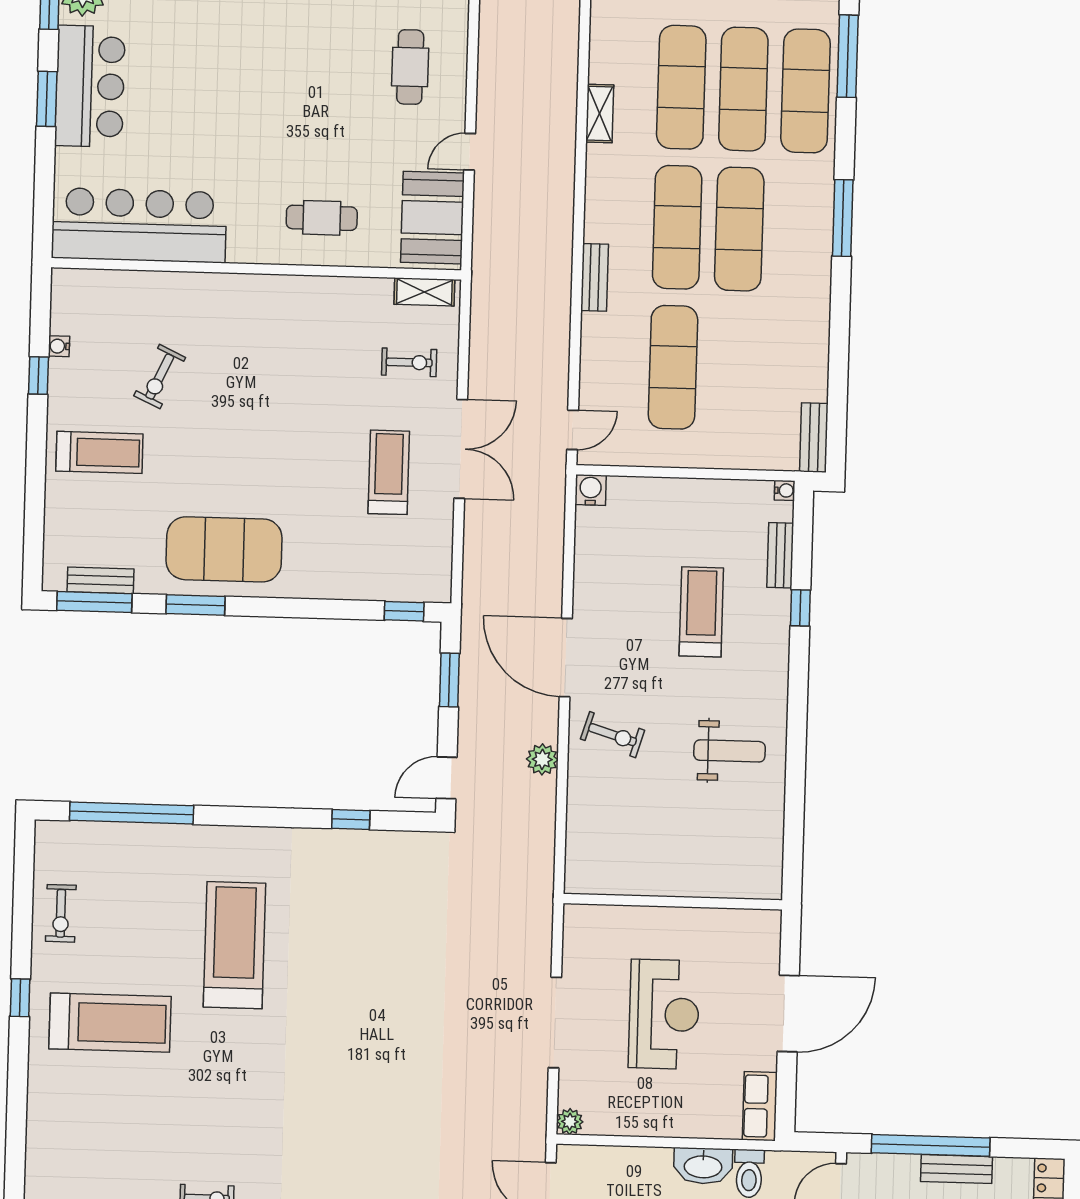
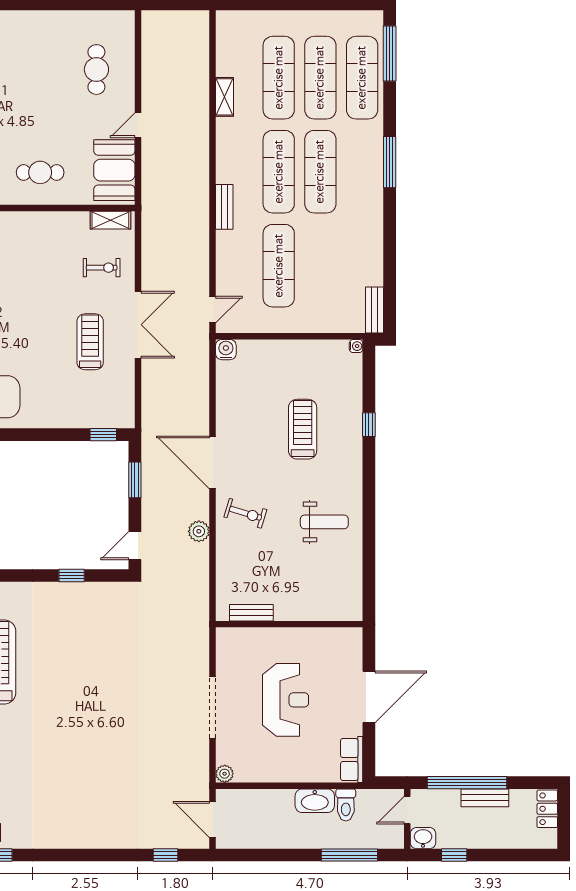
bench: (780, 555) -> (251, 613), moved, turned 90

